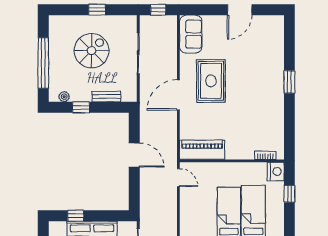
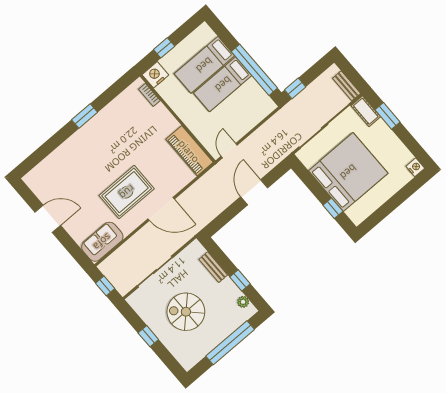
window: (289, 82) -> (85, 116), moved
door: (134, 155) -> (254, 192), moved

